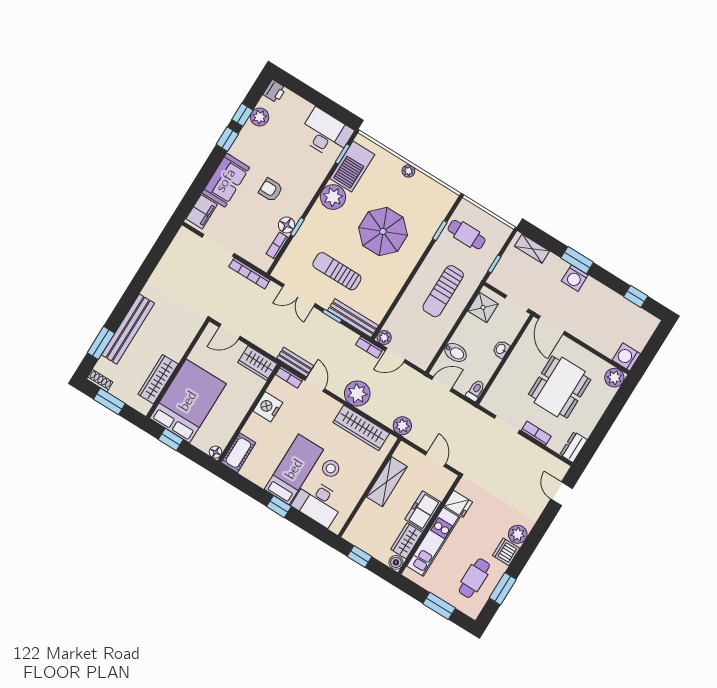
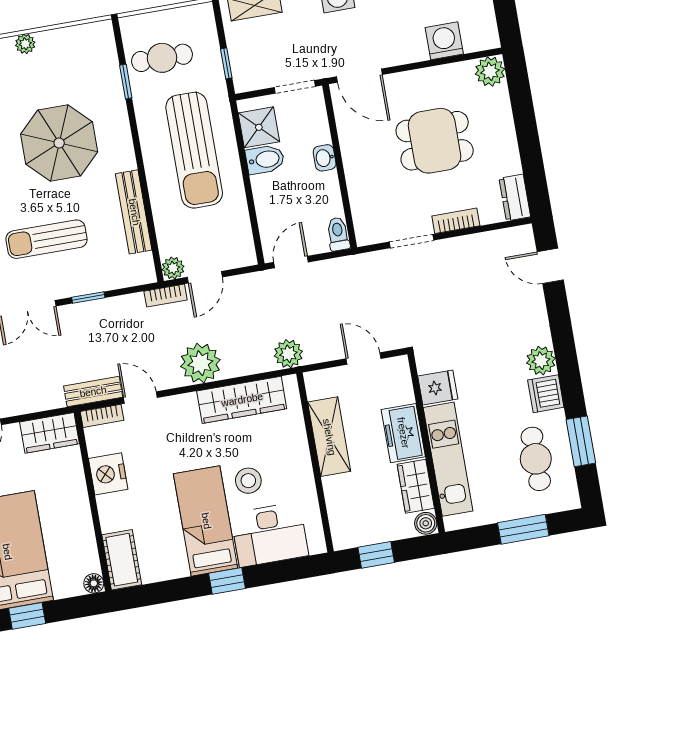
sun lounger: (443, 291) -> (194, 150), width x1.36, depth x1.34
bench: (353, 318) -> (134, 212), moved, turned 90
bidet: (455, 352) -> (265, 160), moved
washing machine: (626, 357) -> (444, 41), moved, turned 90
dining table: (560, 387) -> (435, 141), width x0.73

